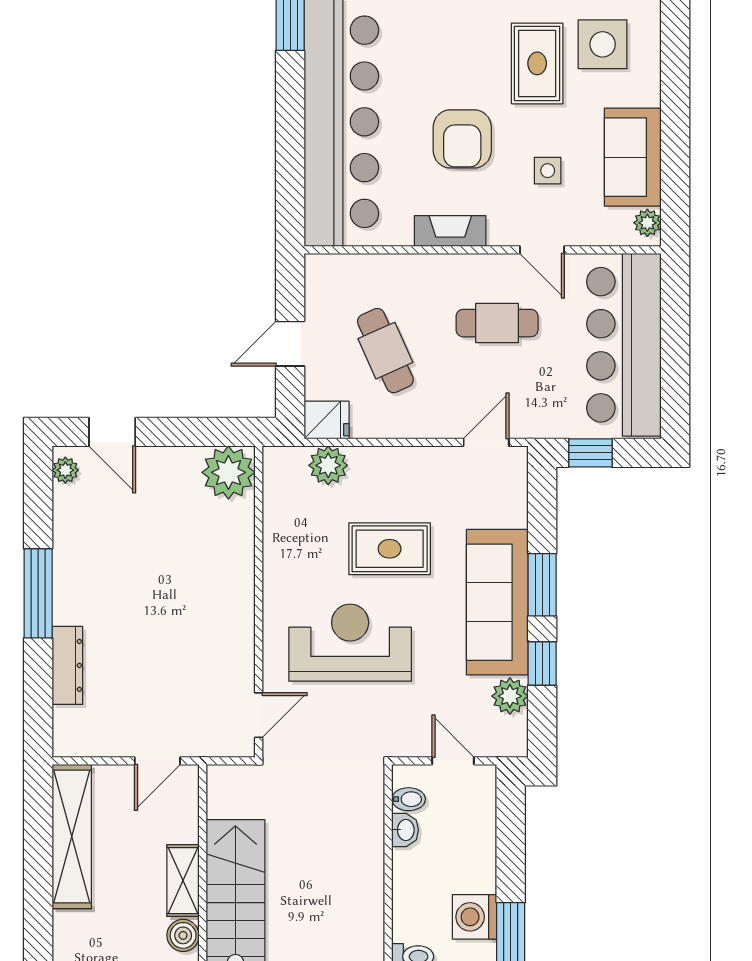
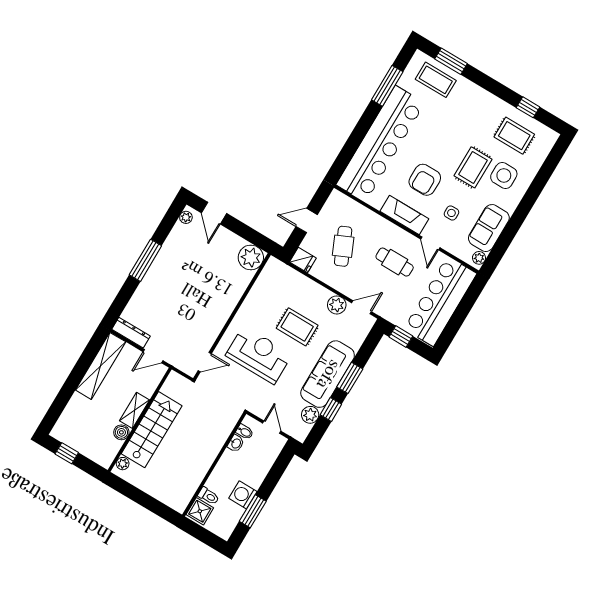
fireplace: (450, 231) -> (404, 215), width x1.37, depth x1.32
plant: (328, 465) -> (337, 305), moved
dresser: (67, 665) -> (131, 333), moved, turned -90

